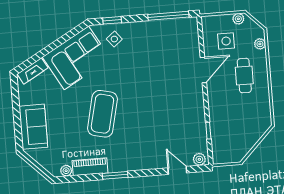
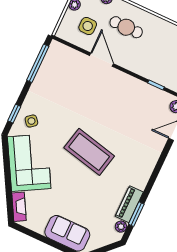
coffee table: (102, 114) -> (89, 152), moved
window: (115, 175) -> (136, 214), moved

